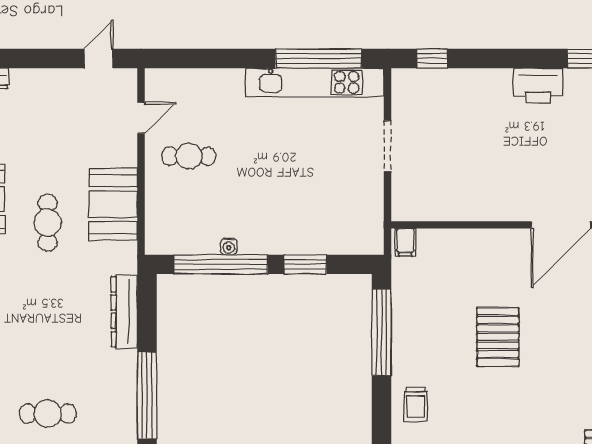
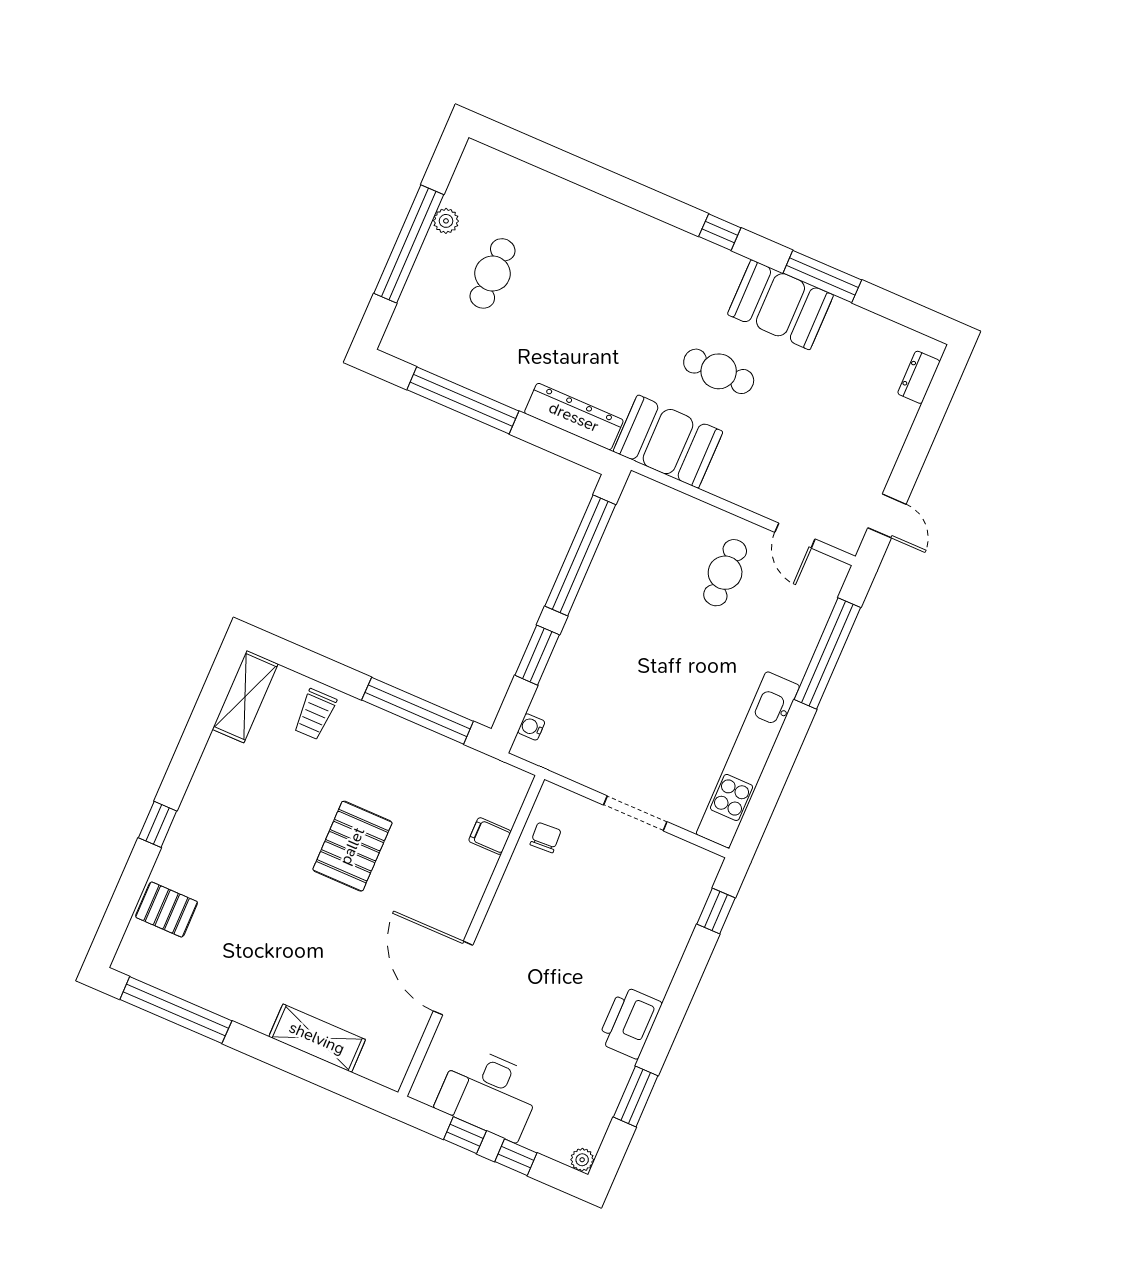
window: (319, 59) -> (827, 654), moved
chair: (432, 202) -> (546, 838), added
booth: (113, 204) -> (668, 442), moved
filing cabinet: (405, 242) -> (490, 836), moved
water cooler: (229, 246) -> (531, 727), moved
pallet: (498, 337) -> (352, 846), turned 90
trolley: (416, 404) -> (315, 714), turned -90

